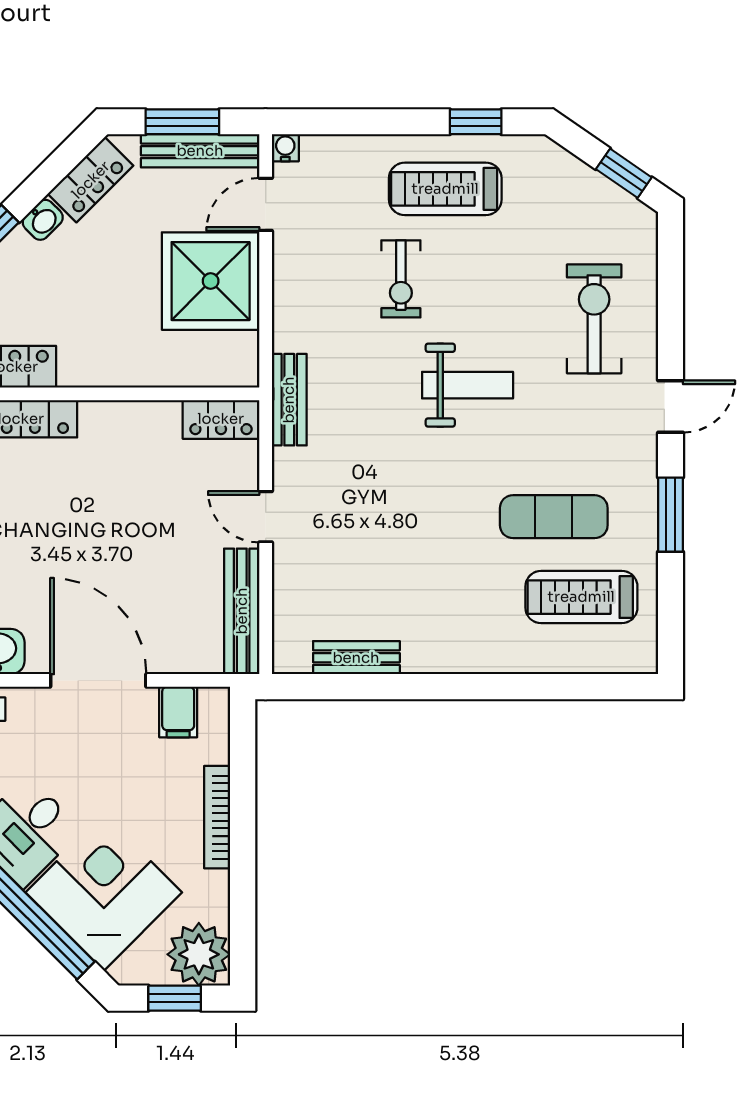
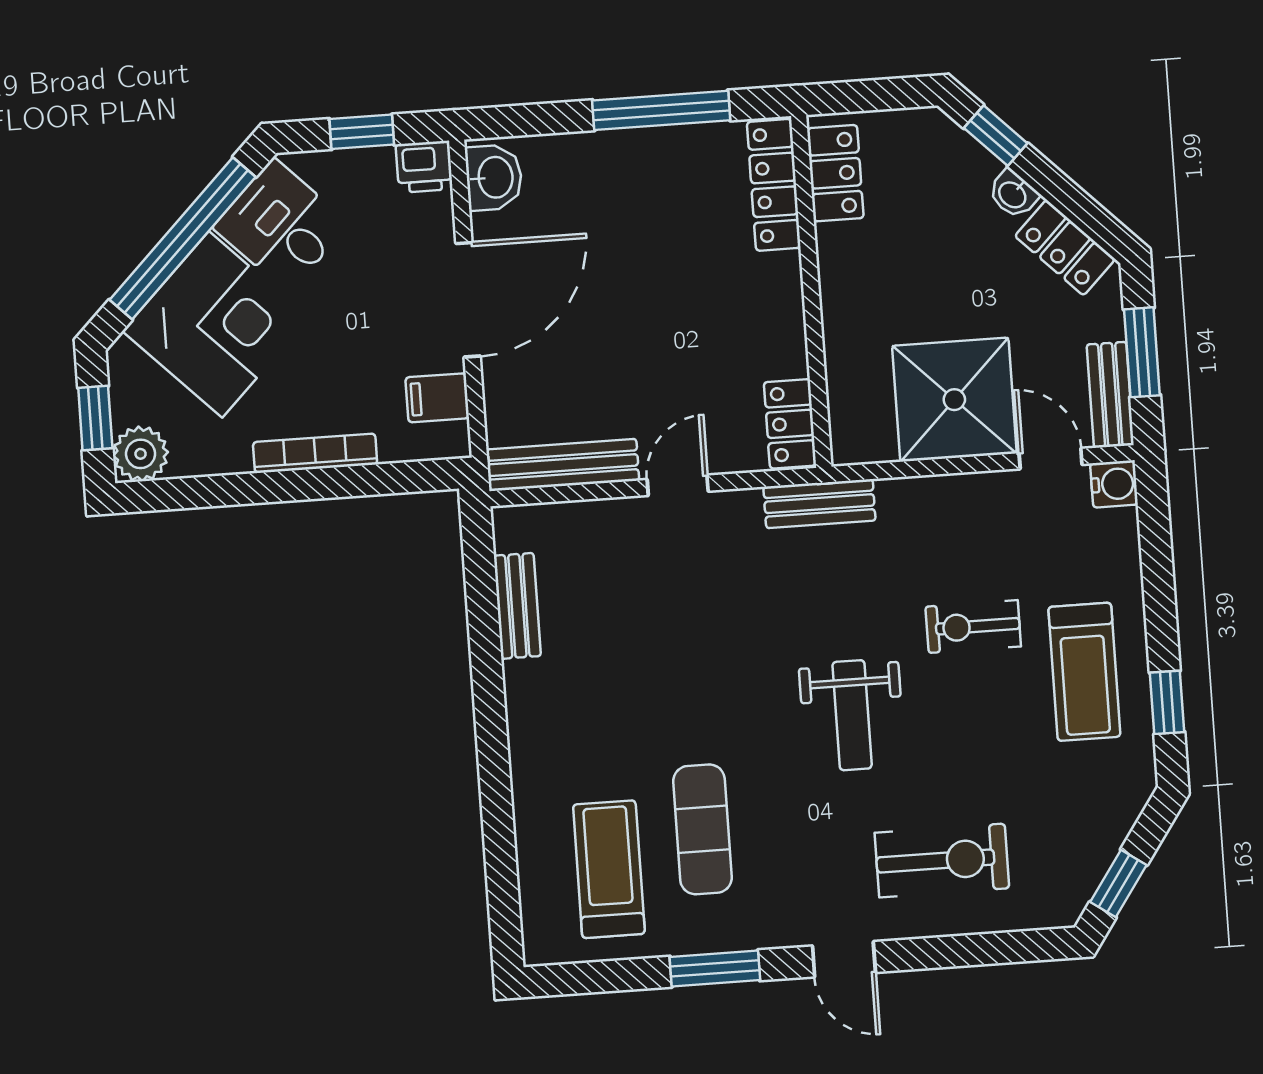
water cooler: (285, 148) -> (1114, 484), width x1.38, depth x1.38
bench: (200, 151) -> (1110, 395), width x0.73
treadmill: (445, 189) -> (1084, 672), turned 180
plant: (199, 954) -> (141, 454), width x0.73, depth x0.73

